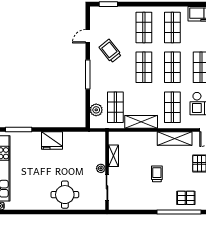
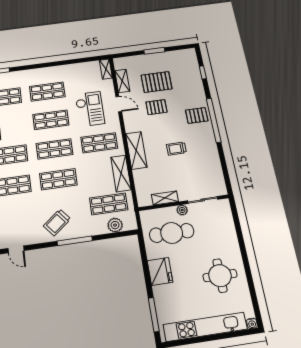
door: (88, 36) -> (16, 249), moved
trolley: (110, 51) -> (57, 222), moved
shelving: (175, 139) -> (136, 150), moved
cafe table: (82, 156) -> (172, 233), added
round table: (65, 195) -> (220, 276), moved
pallet: (186, 198) -> (197, 115), turned 90

